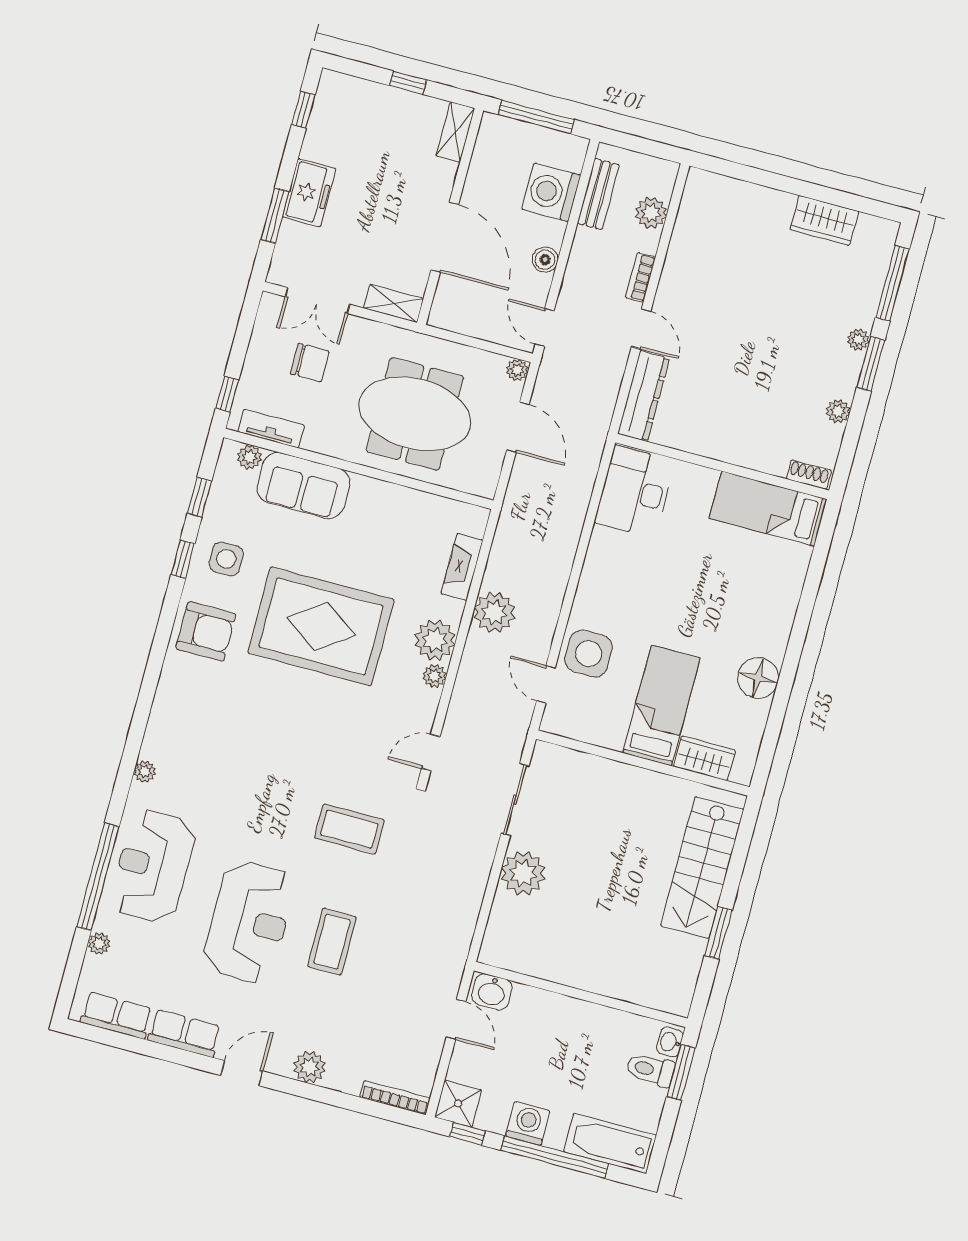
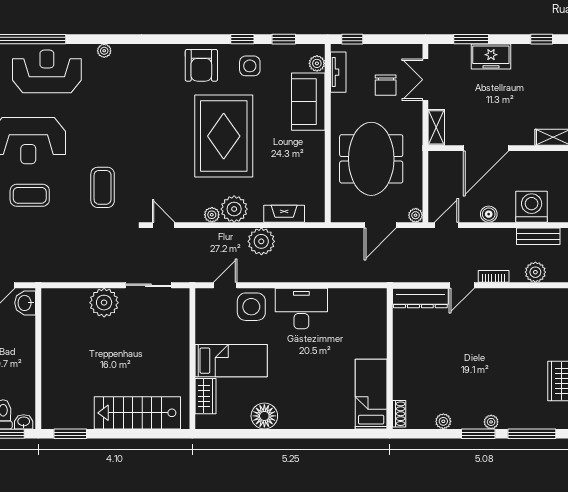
desk: (635, 492) -> (301, 309), moved
window: (718, 933) -> (70, 434), moved

